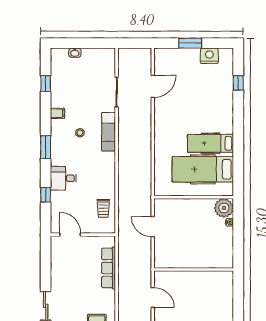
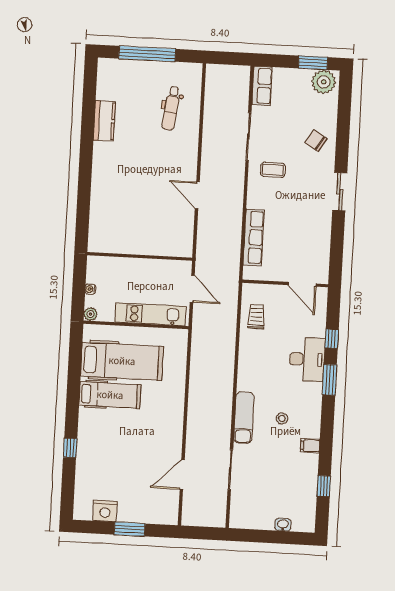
window: (238, 83) -> (70, 448), moved
window: (46, 147) -> (330, 380), moved
desk: (63, 178) -> (307, 359), width x1.37
kitchen unit: (183, 206) -> (150, 314), added
plant: (224, 208) -> (90, 314), width x0.53, depth x0.53
wall: (194, 269) -> (140, 256), moved

